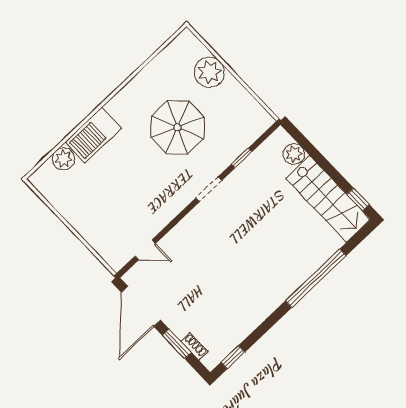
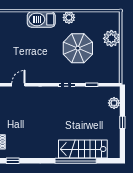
plant: (63, 159) -> (69, 17), moved
stairs: (328, 199) -> (83, 149), moved, turned 90
window: (358, 199) -> (122, 122), moved
door: (145, 250) -> (18, 85), swing flipped

